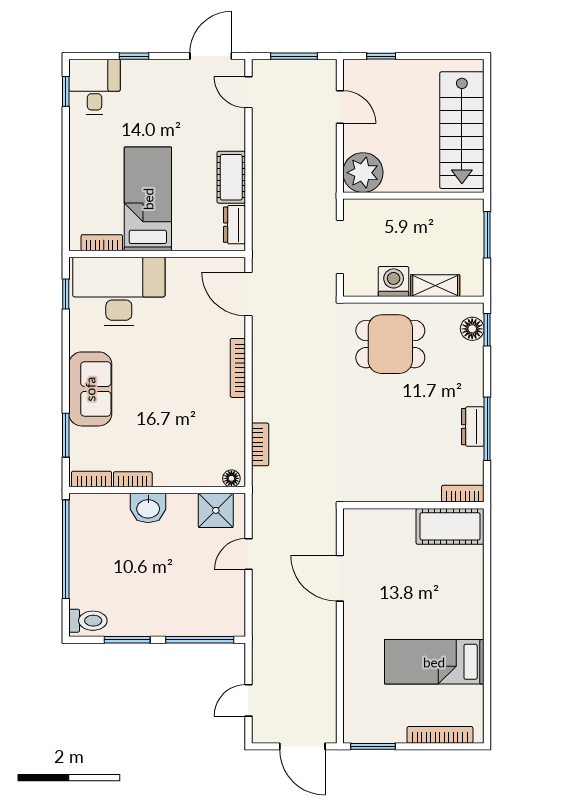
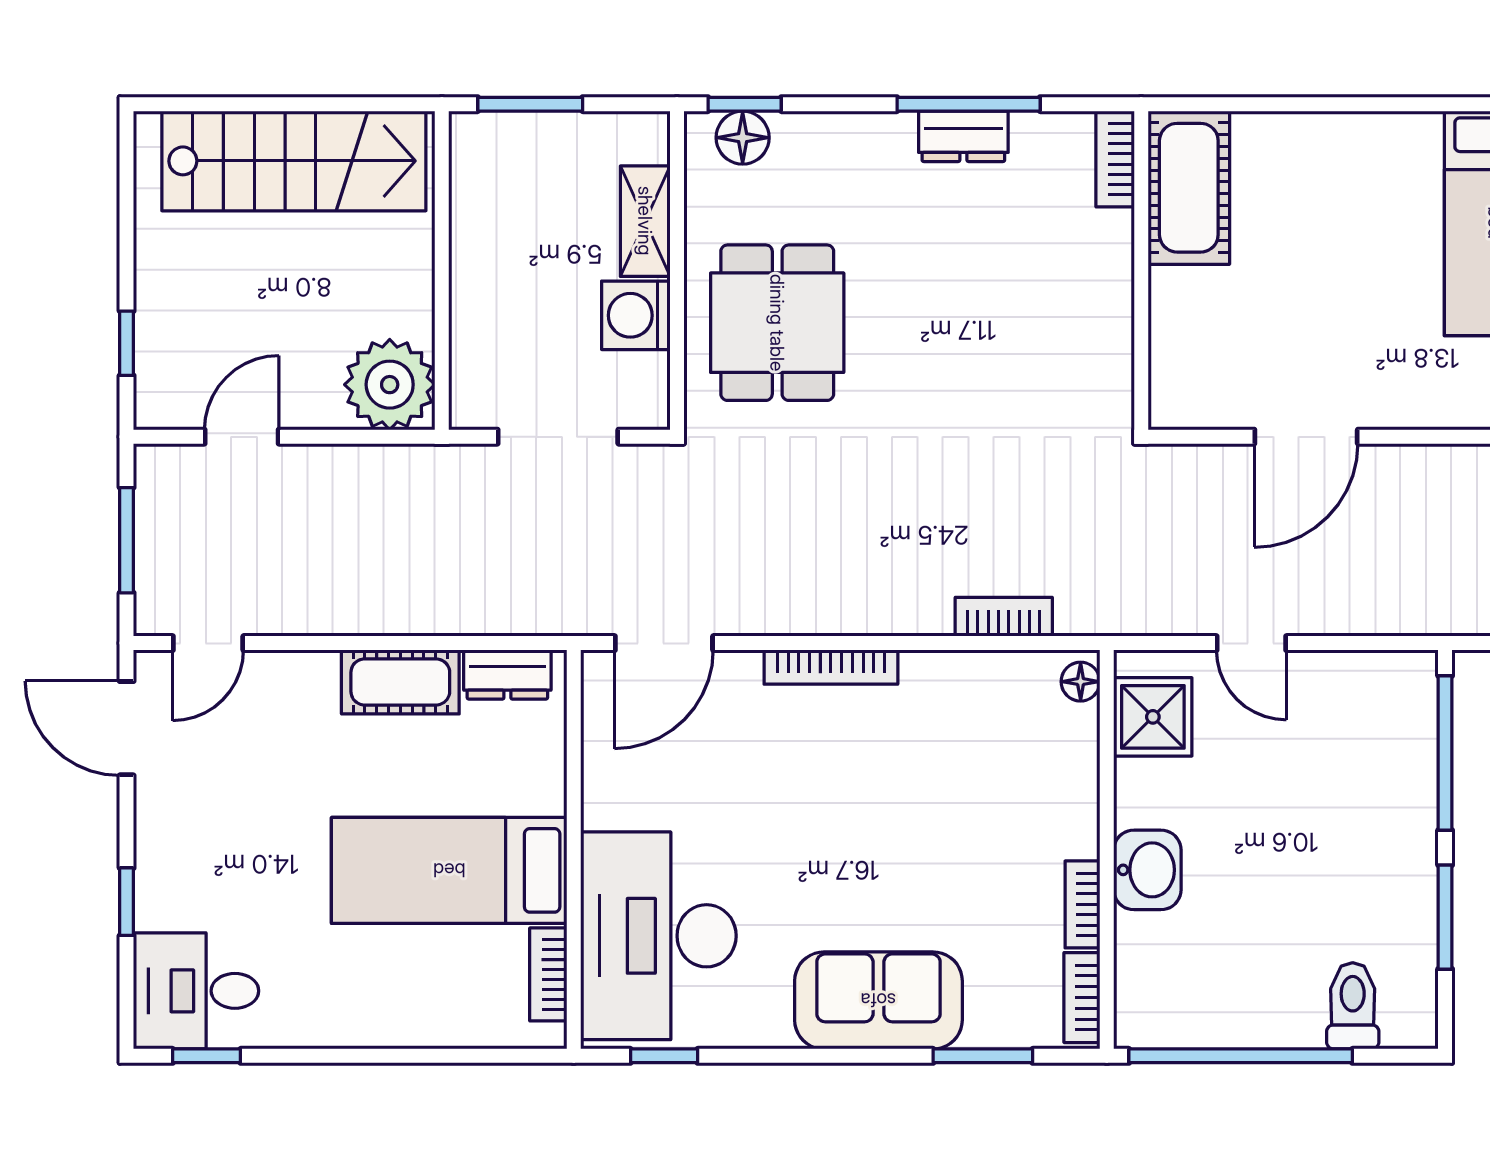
toilet: (88, 621) -> (1353, 1006), moved

